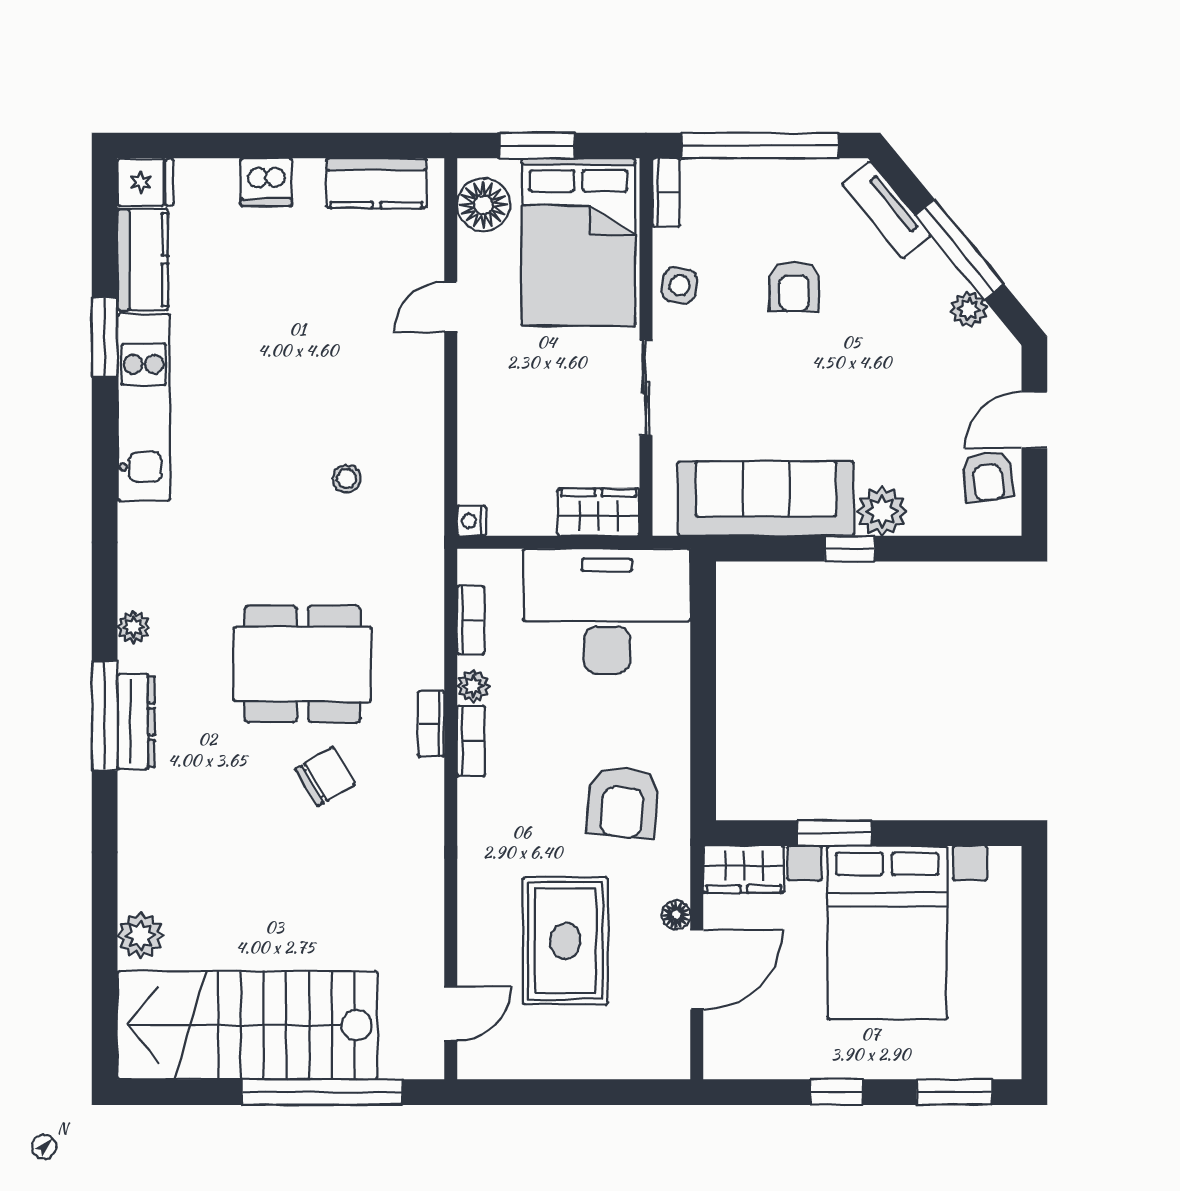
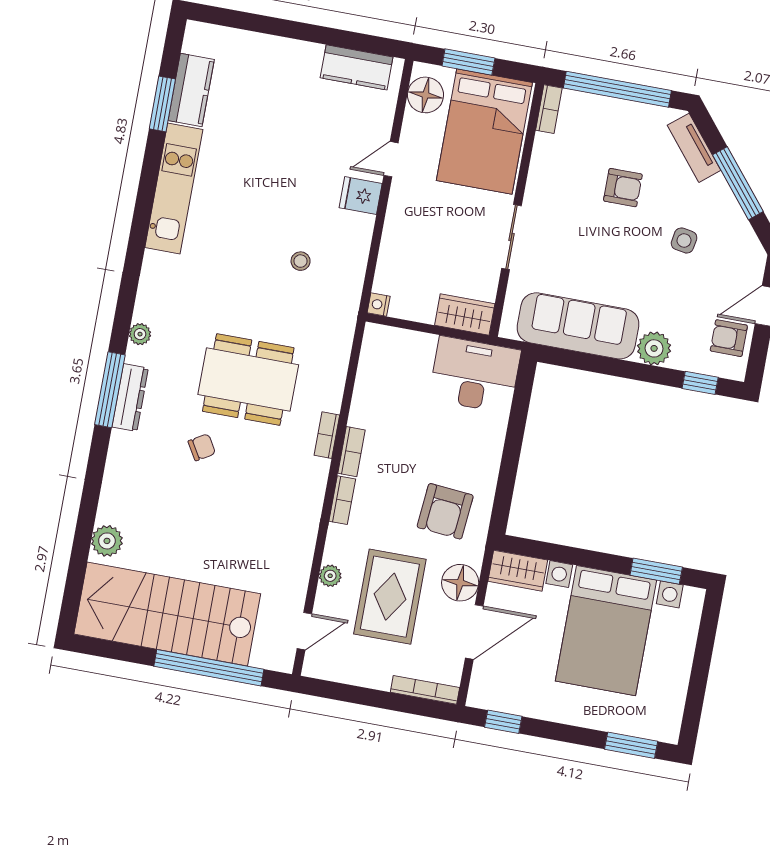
fridge: (145, 182) -> (361, 196), moved, turned 180
dishwasher: (266, 182) -> (283, 53), removed
side table: (679, 285) -> (684, 240), moved
armchair: (794, 286) -> (623, 188), turned -90
plant: (969, 309) -> (737, 224), removed
window: (105, 337) -> (162, 104), moved
armchair: (988, 476) -> (729, 338), turned 97
window: (850, 549) -> (700, 383), moved
desk: (607, 611) -> (475, 375), width x0.73, depth x0.77
bookcase: (471, 620) -> (342, 500), moved
plant: (473, 686) -> (330, 576), moved
chair: (325, 776) -> (202, 447), moved, width x0.73, depth x0.73
window: (834, 833) -> (656, 571), moved
floor lamp: (676, 915) -> (460, 583), width x1.89, depth x1.89
bookcase: (641, 1067) -> (425, 690), added
window: (837, 1092) -> (503, 722), moved

